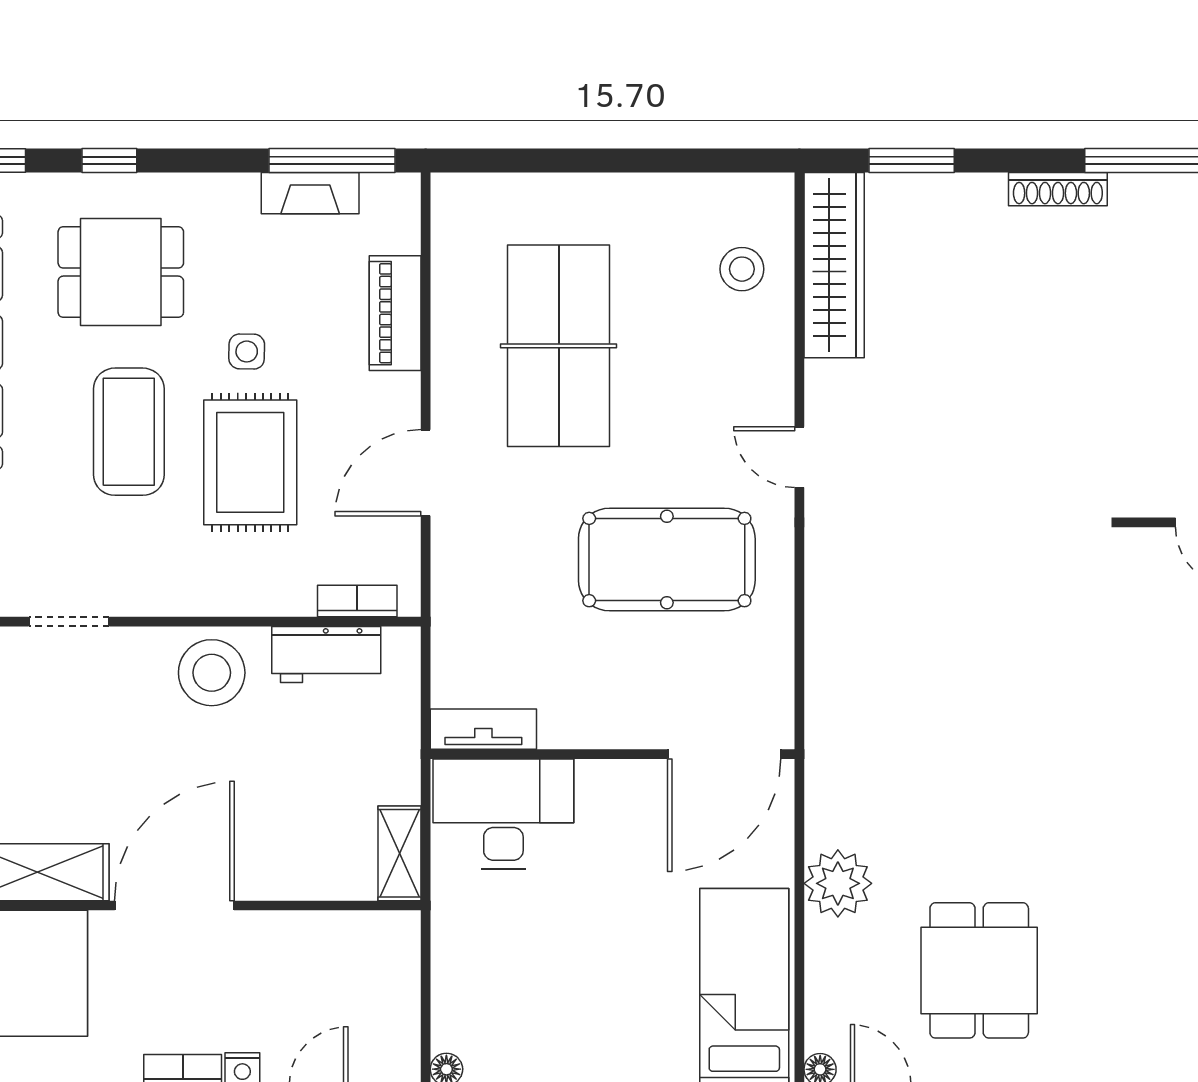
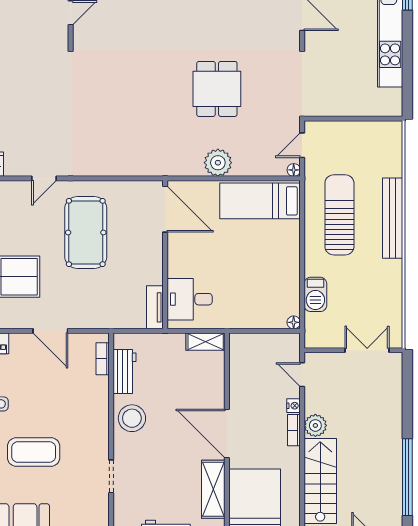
rug: (250, 462) -> (46, 402), removed
desk: (503, 814) -> (190, 299), width x0.73
dining table: (979, 970) -> (217, 89), moved, turned 90

